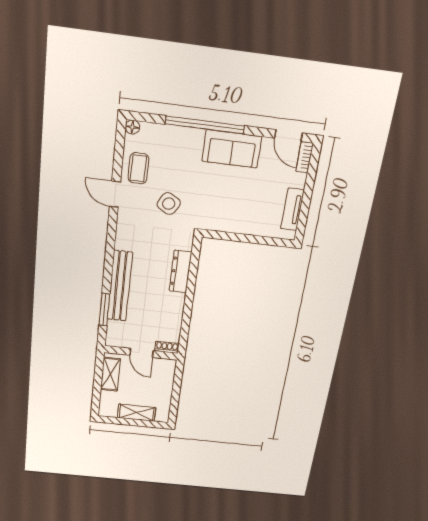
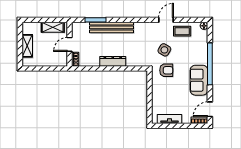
armchair: (206, 205) -> (166, 70), added
dresser: (180, 272) -> (113, 61), moved

